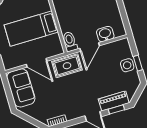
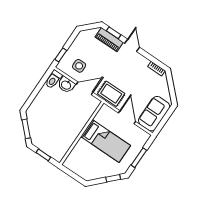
toilet: (70, 42) -> (53, 79), moved
window: (138, 63) -> (61, 55), moved
side table: (127, 65) -> (79, 66), moved

